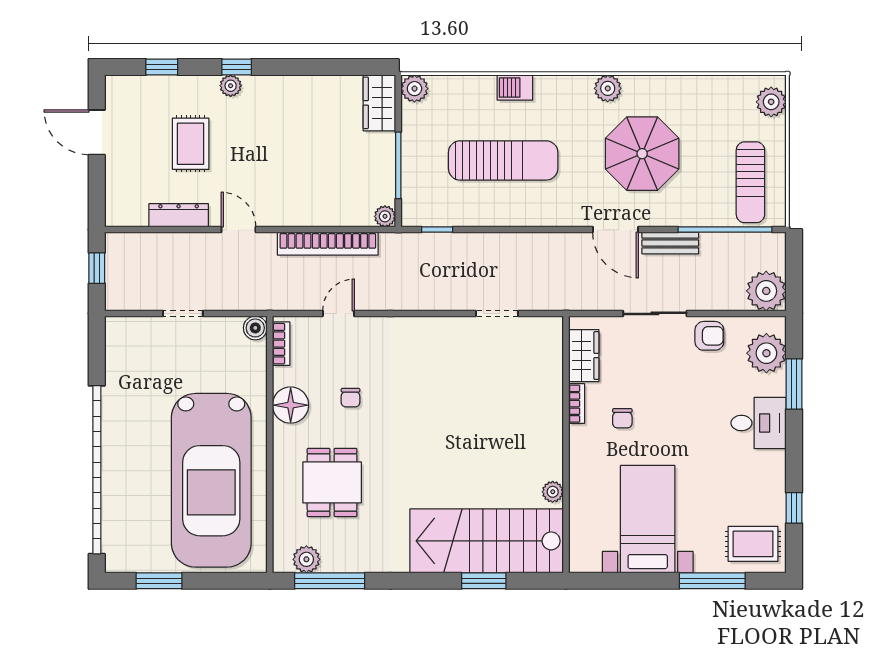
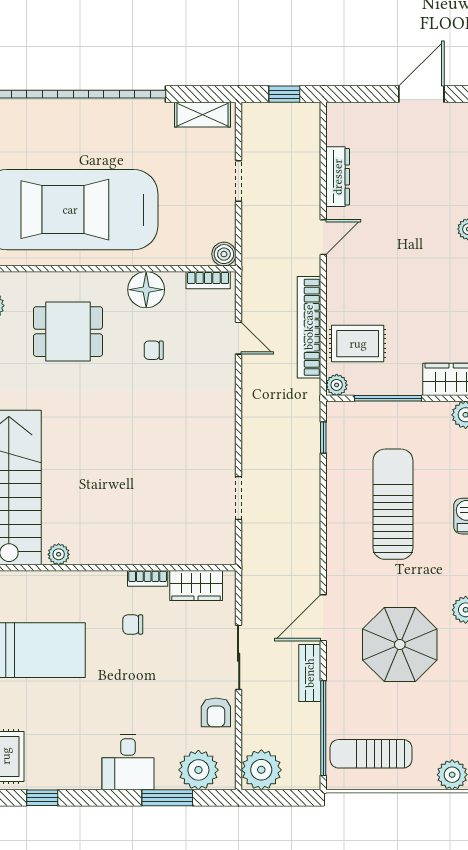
rug: (191, 144) -> (358, 344), moved
sun lounger: (503, 160) -> (393, 504), turned 180
shelving: (117, 349) -> (203, 115), added

